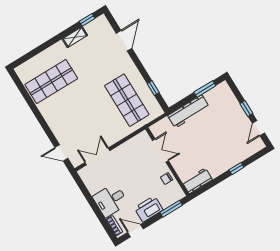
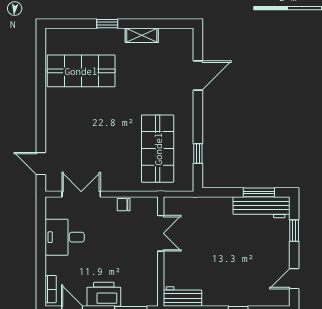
window: (87, 20) -> (107, 24), moved
window: (246, 108) -> (294, 231), moved
workbench: (188, 111) -> (261, 207), moved
chair: (167, 179) -> (124, 205), moved
desk: (110, 200) -> (65, 237), moved

